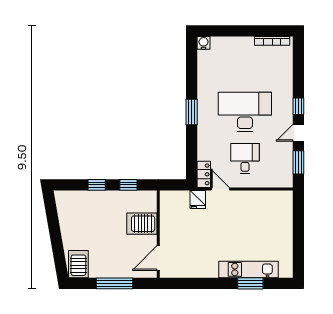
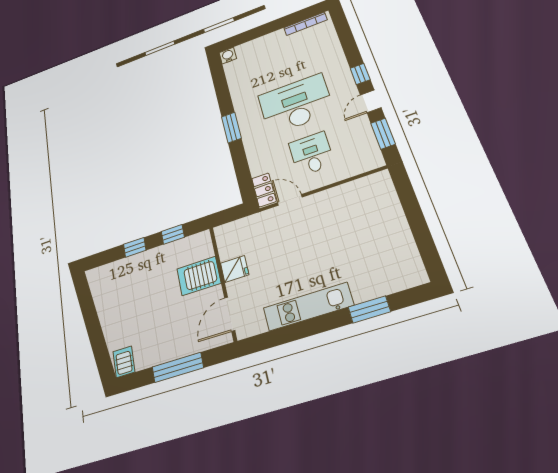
fridge: (198, 200) -> (235, 269), moved, turned -90
server rack: (78, 264) -> (124, 362), width x0.73, depth x0.70
kitchen unit: (248, 269) -> (308, 307), moved

